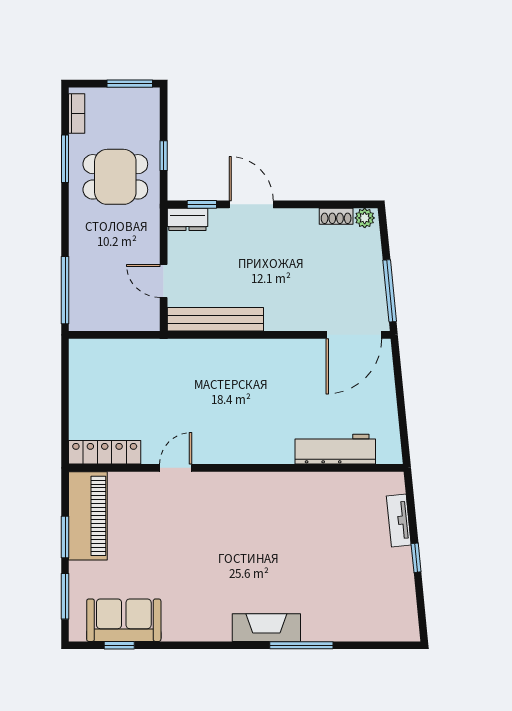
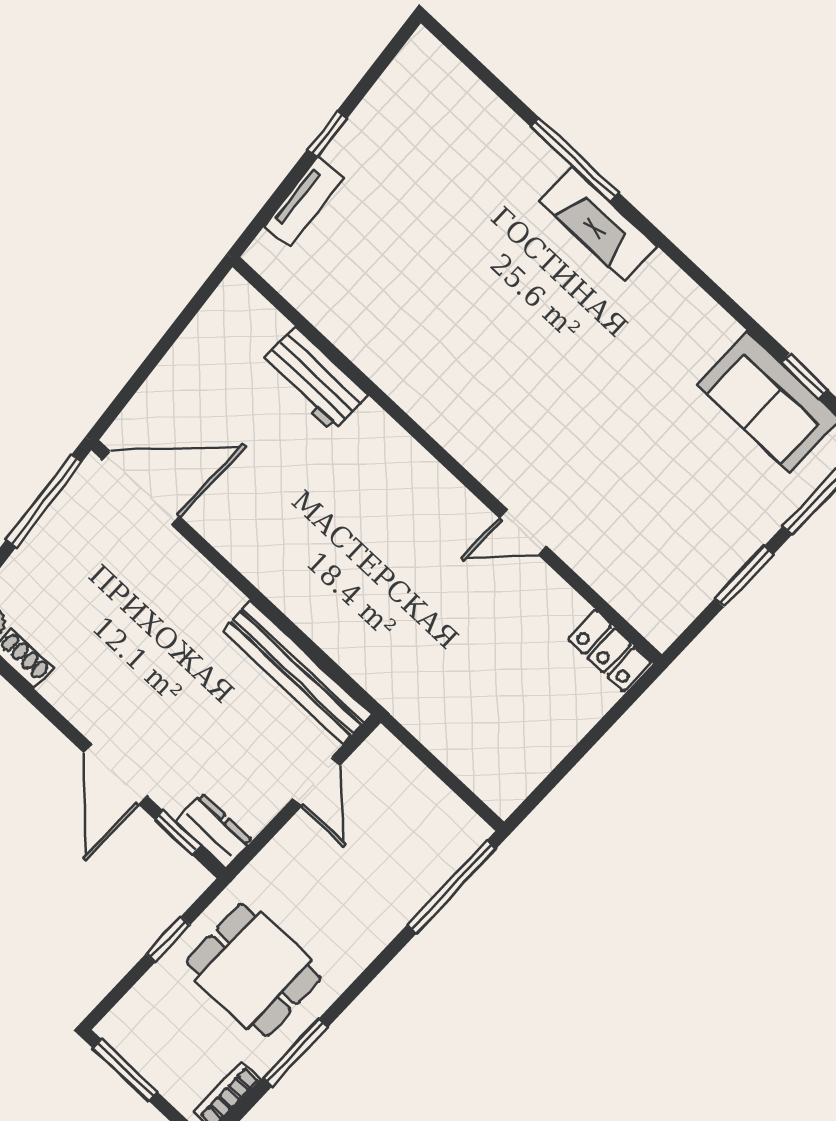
workbench: (335, 449) -> (314, 380), width x0.73
locker: (105, 452) -> (609, 651), width x0.66
piano: (88, 516) -> (690, 576), removed

